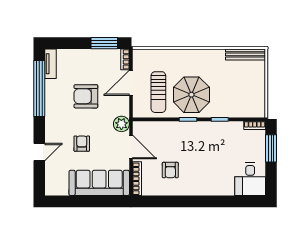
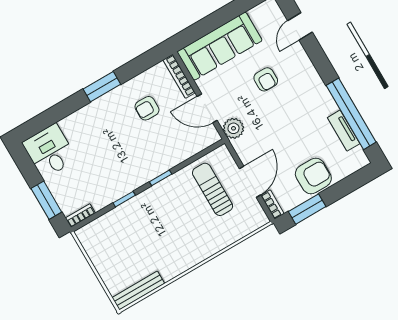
tv unit: (51, 64) -> (344, 131), moved
parasol: (191, 95) -> (173, 209), removed
armchair: (86, 96) -> (313, 176), moved
door: (39, 152) -> (300, 26), moved
armchair: (170, 170) -> (147, 108), turned -90
window: (191, 201) -> (102, 87), added

